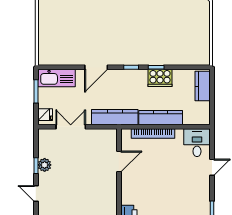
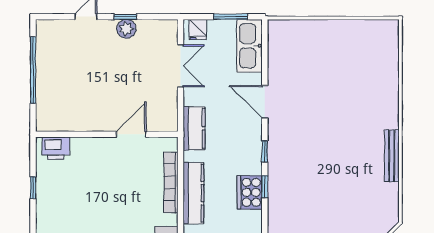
kitchen counter: (115, 117) -> (194, 128), width x0.67
door: (119, 161) -> (131, 134), swing flipped

